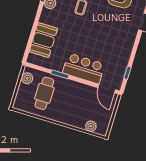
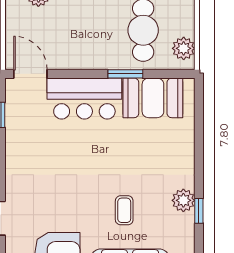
booth: (43, 40) -> (153, 98), moved, turned 90

